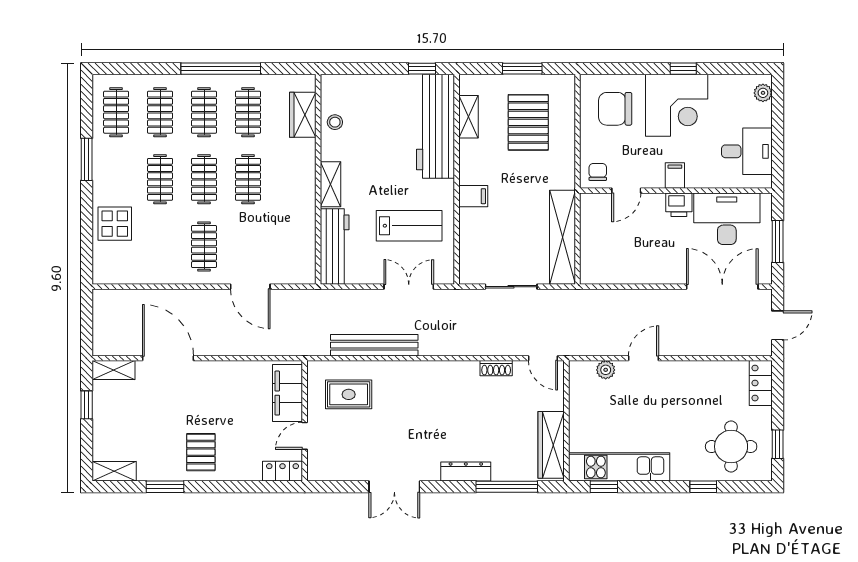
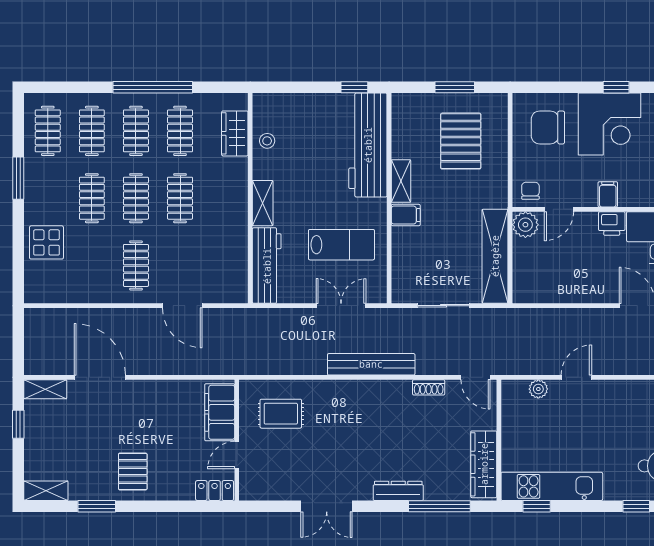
shelving: (469, 117) -> (401, 181), moved
plant: (593, 206) -> (525, 225), added
bench: (374, 345) -> (371, 364), moved

